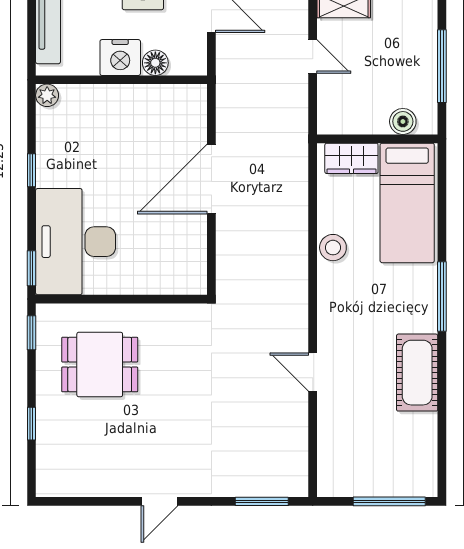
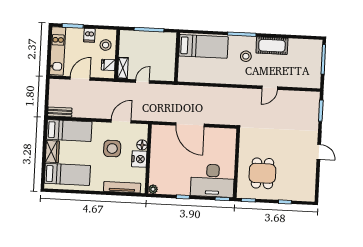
boiler: (403, 121) -> (171, 46), removed
wardrobe: (351, 158) -> (184, 68), removed
stool: (333, 248) -> (246, 56), moved

